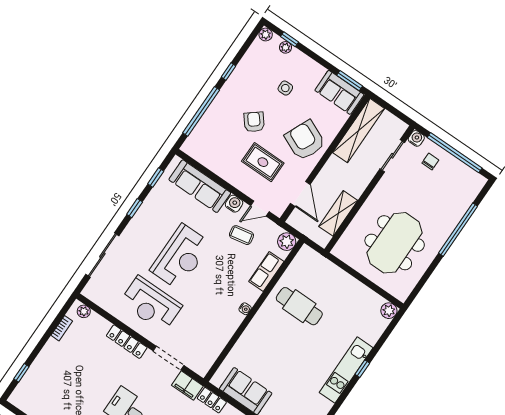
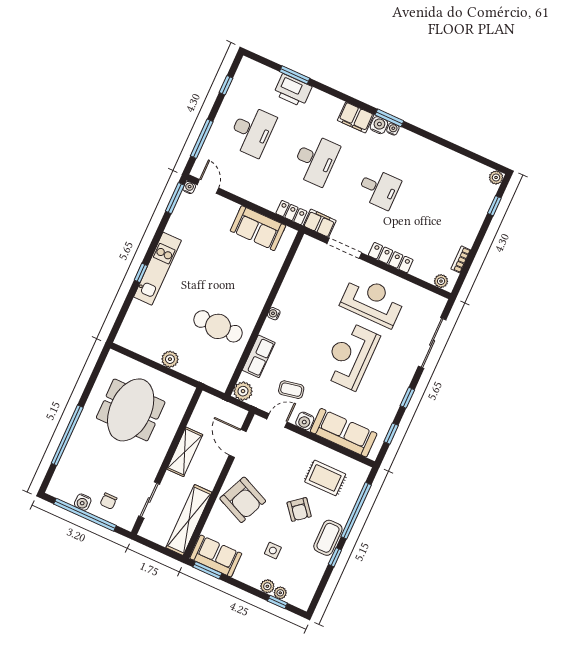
plant: (266, 34) -> (267, 586), moved
coffee table: (232, 91) -> (328, 538), added
water cooler: (416, 138) -> (83, 502), moved
rug: (263, 162) -> (325, 478), moved
shelving: (338, 213) -> (185, 452), moved
plant: (389, 311) -> (170, 359), moved
plant: (15, 399) -> (496, 177), added

